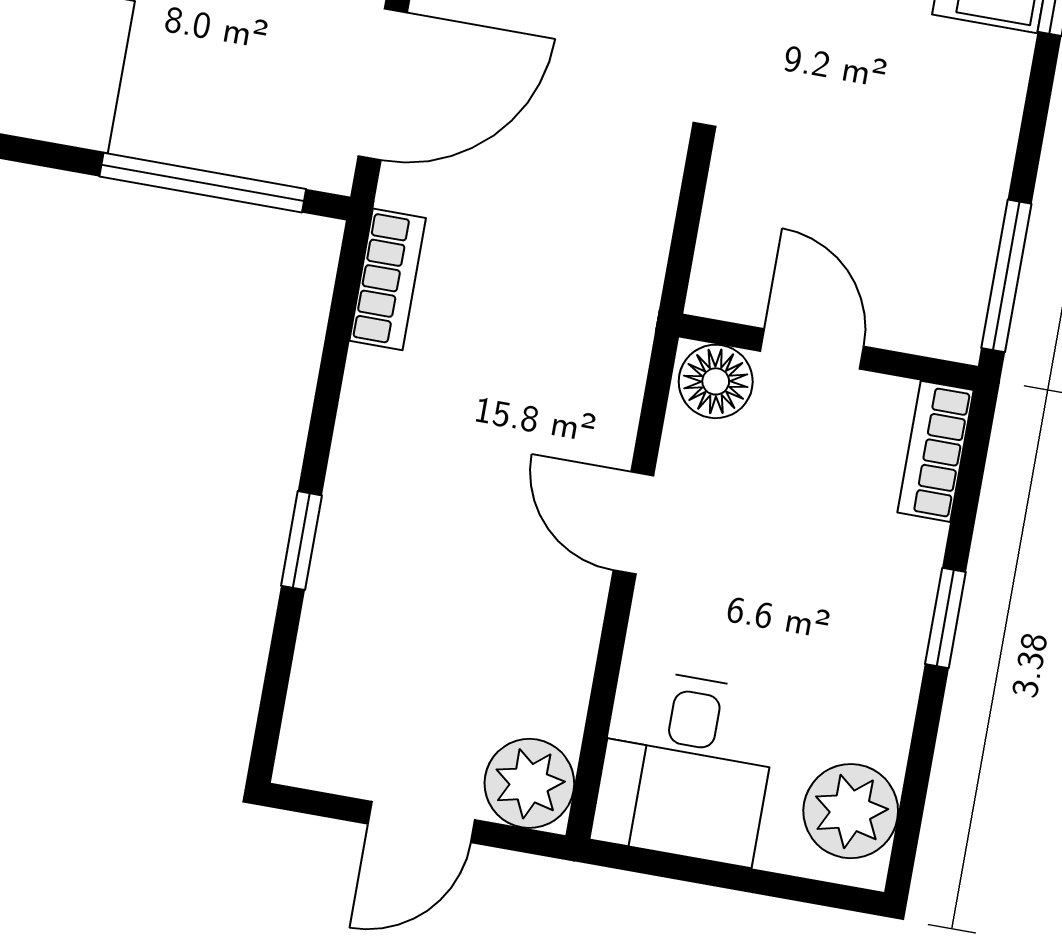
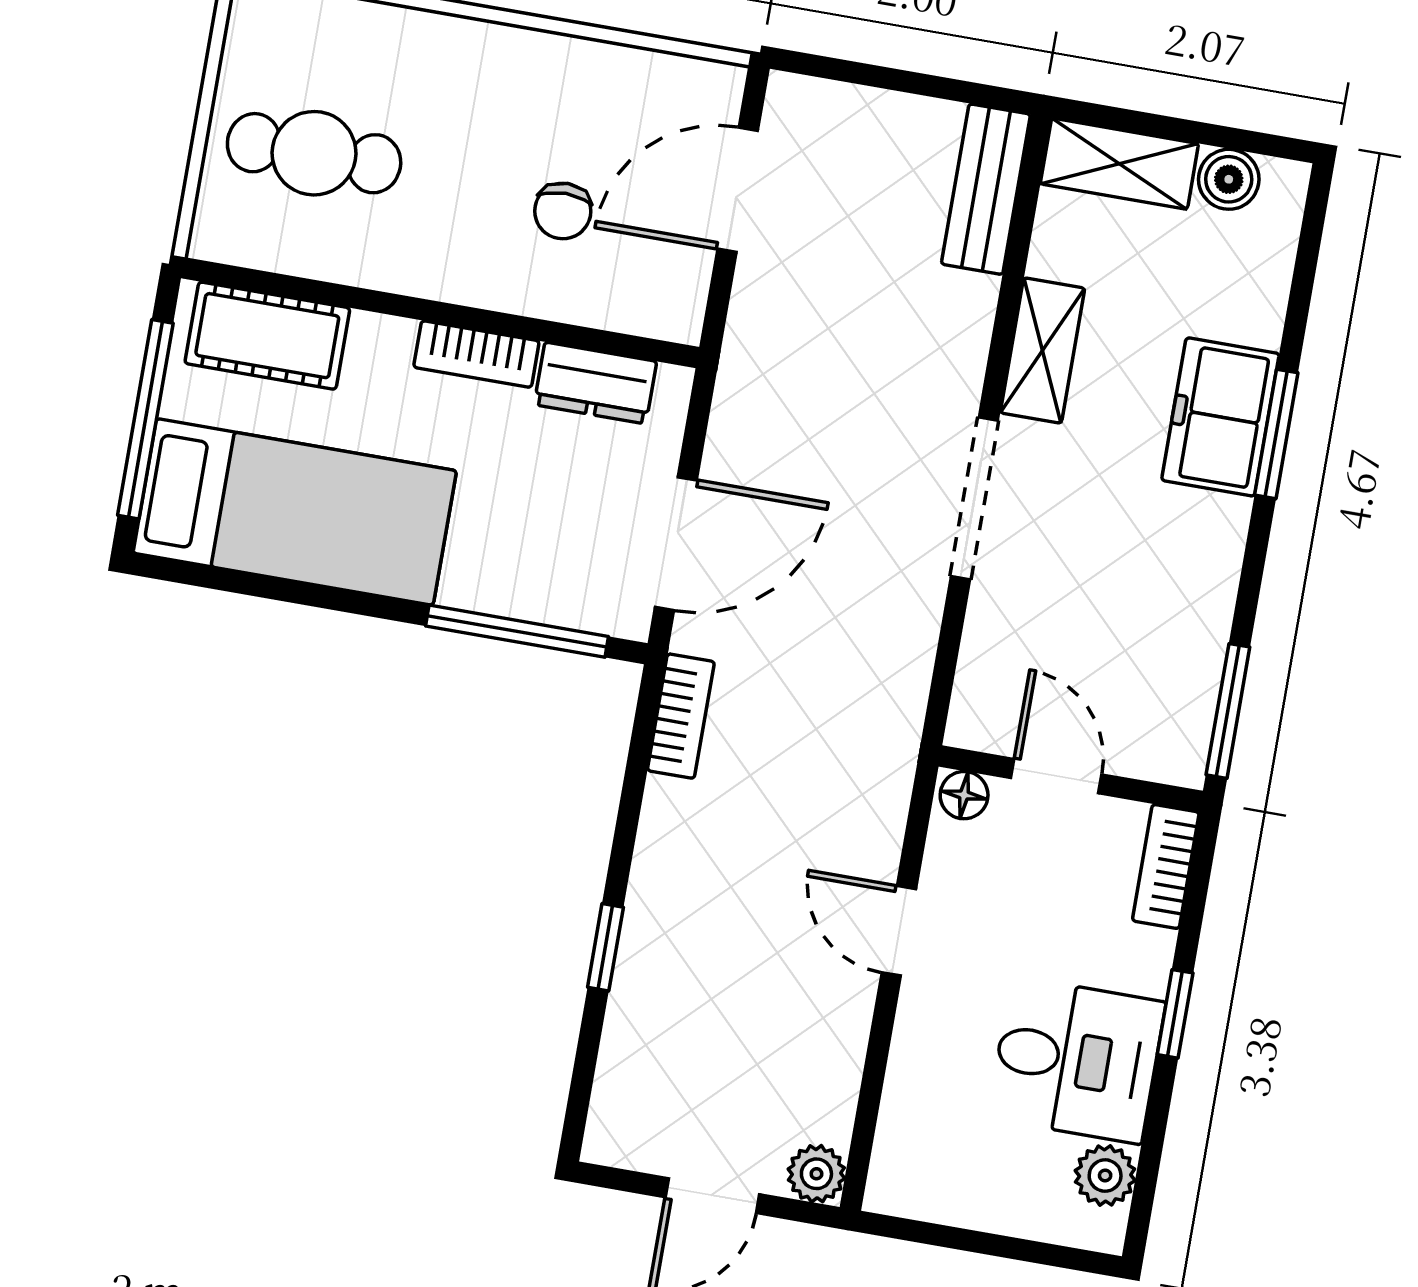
floor lamp: (716, 381) -> (964, 795), width x0.73, depth x0.73
desk: (686, 767) -> (1076, 1060), moved, turned -90
plant: (529, 783) -> (816, 1174), width x0.73, depth x0.73
plant: (851, 811) -> (1105, 1176), width x0.73, depth x0.73

